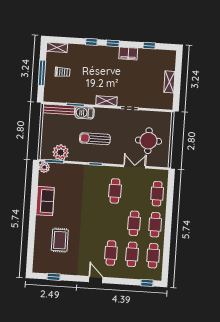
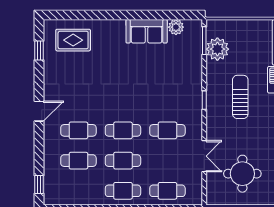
plant: (44, 167) -> (176, 27), moved
rug: (60, 240) -> (73, 40), moved
cafe table: (153, 256) -> (123, 130), moved

